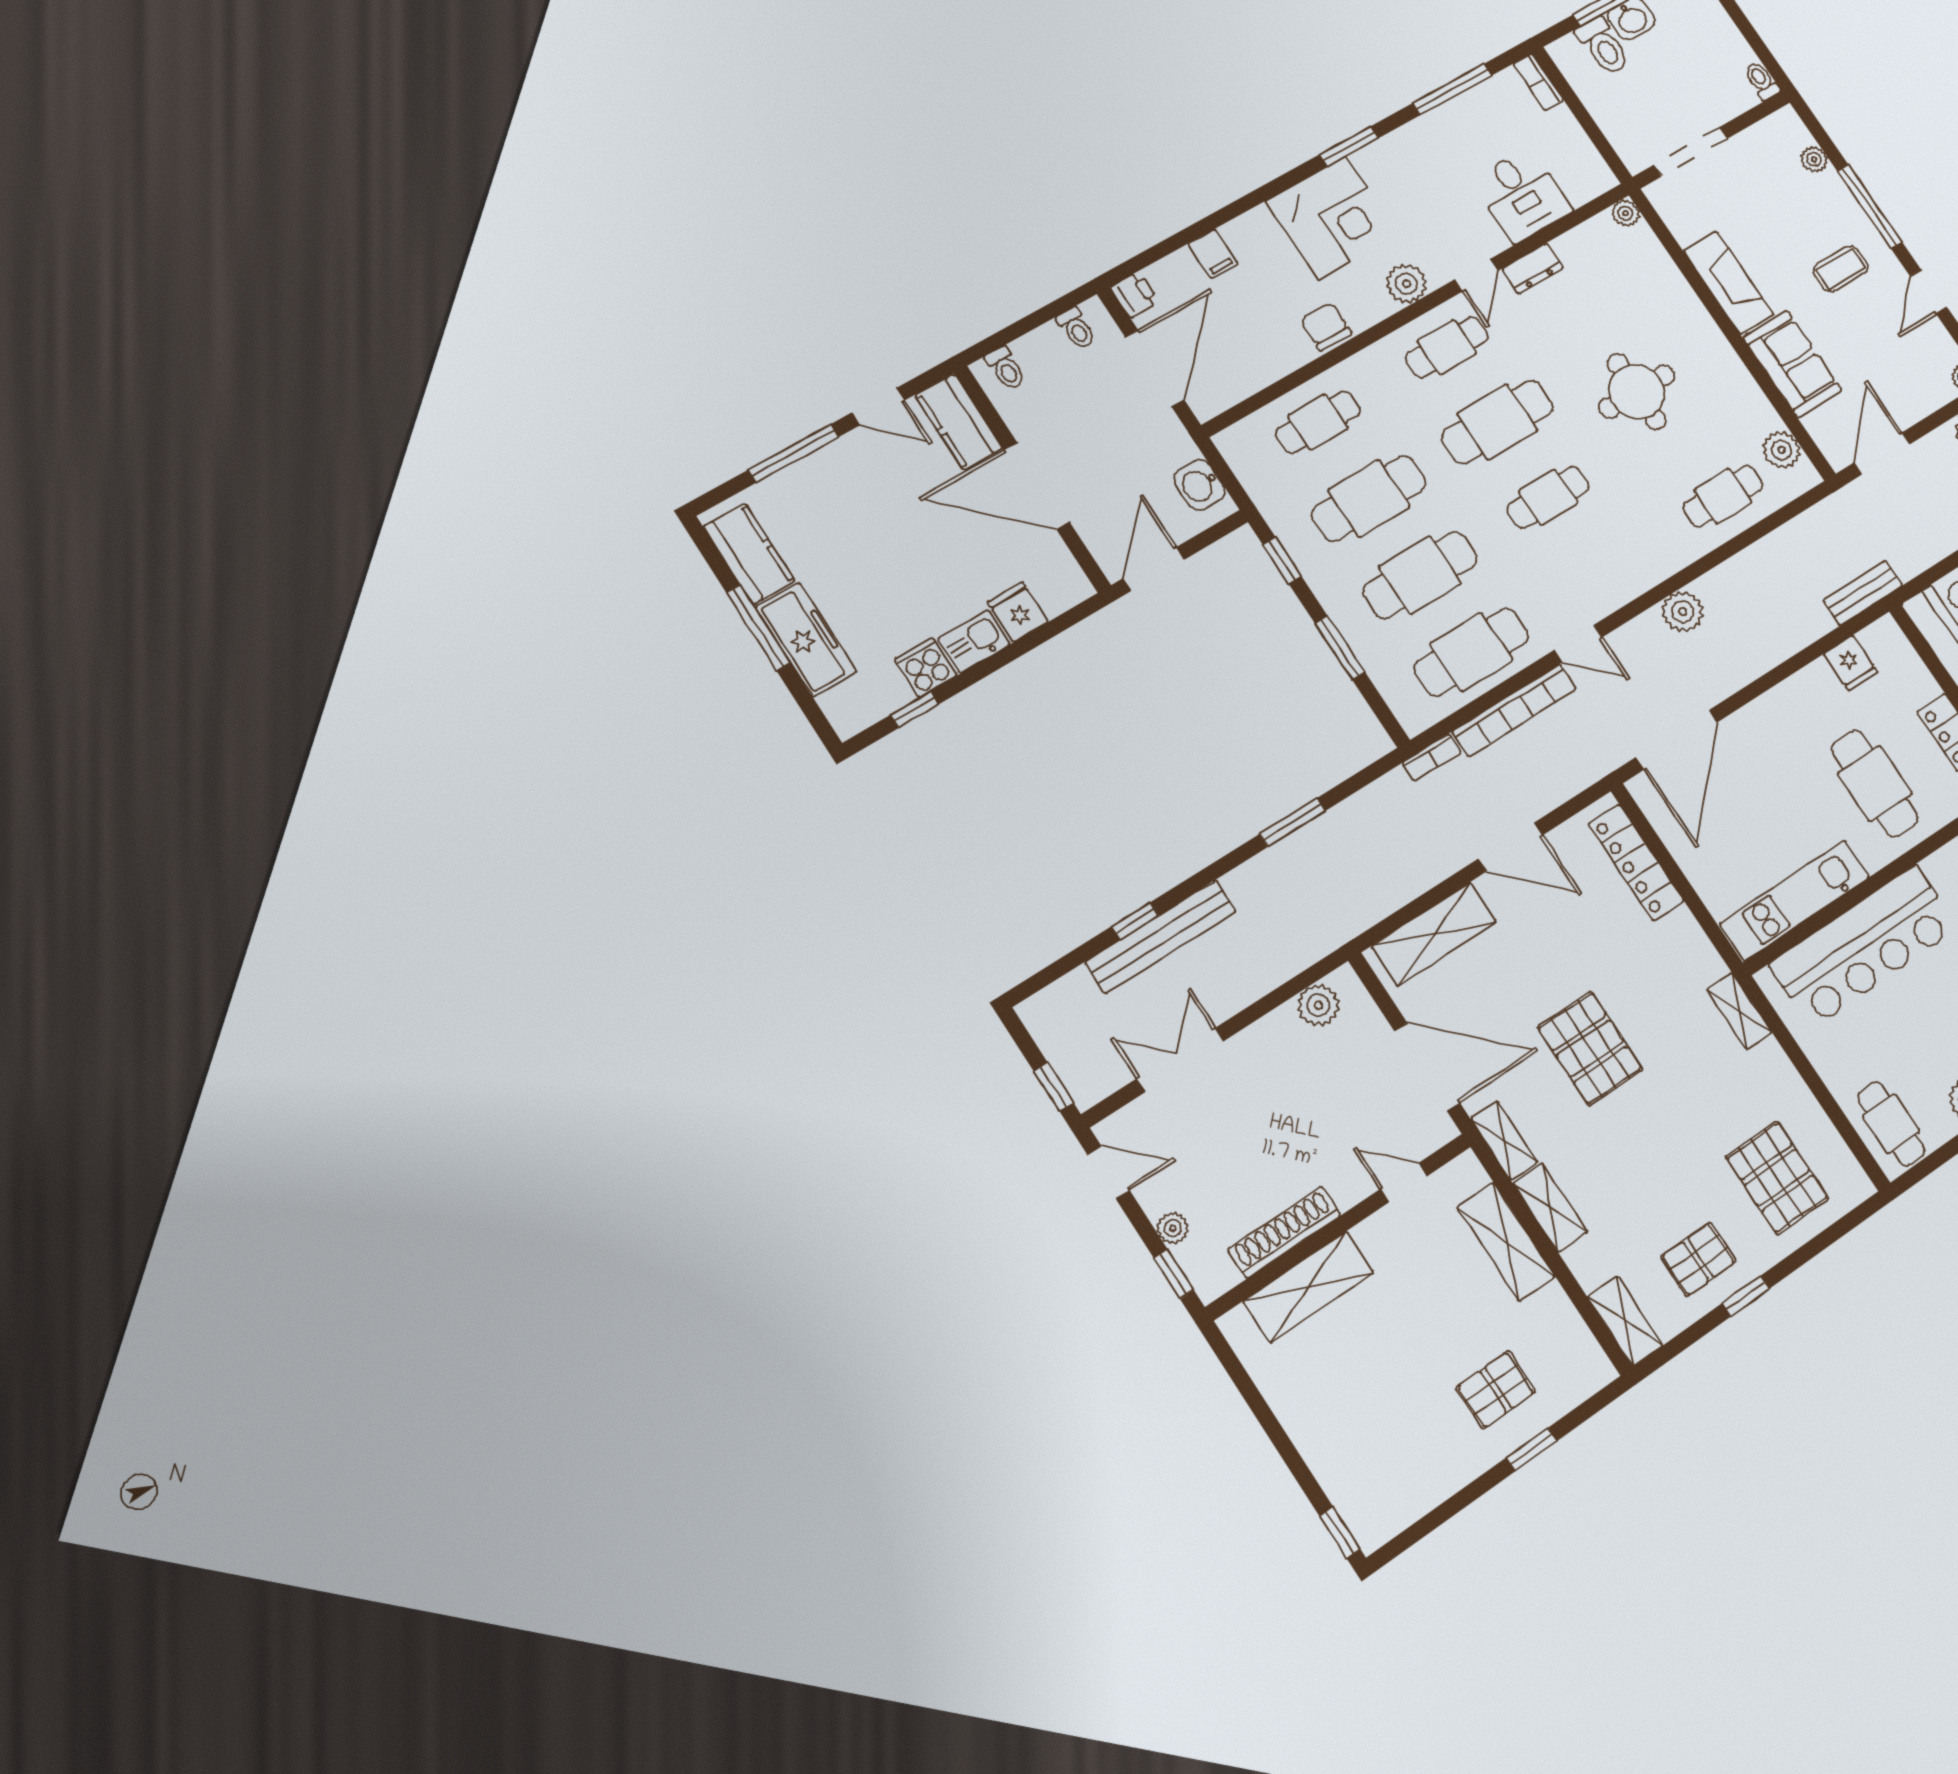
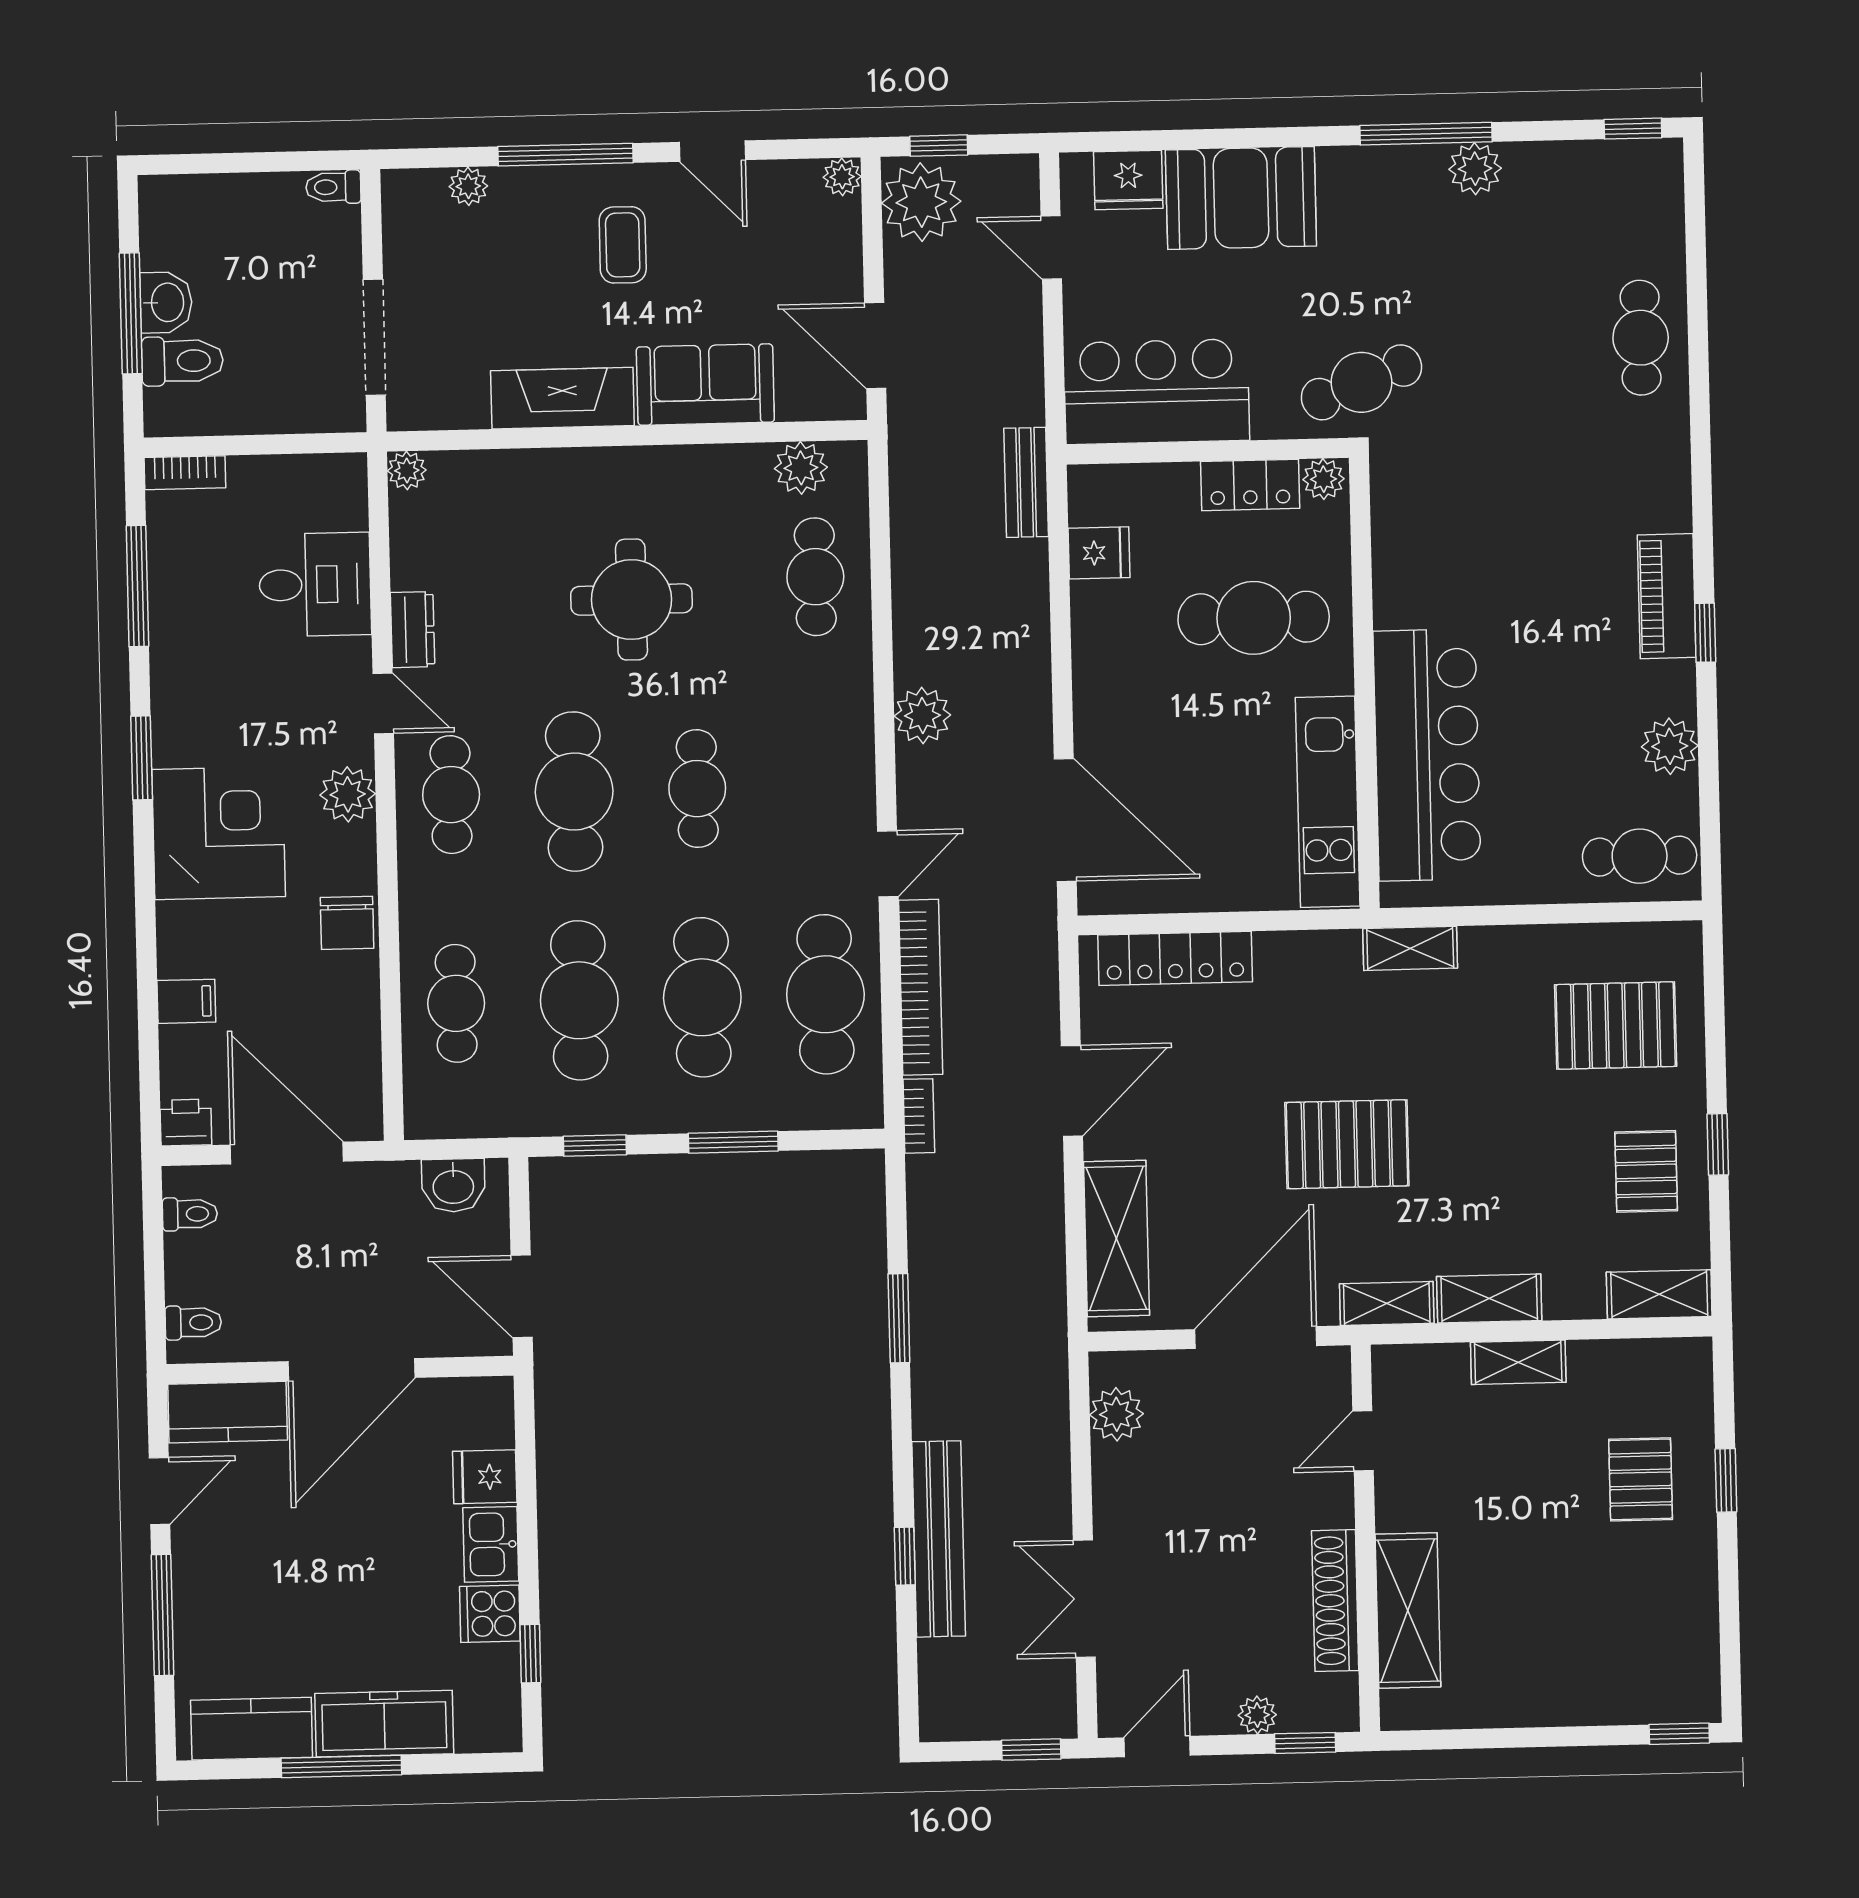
chair: (1326, 327) -> (347, 923), turned -90
shelving: (1506, 1242) -> (1518, 1362), width x0.67, depth x0.75

